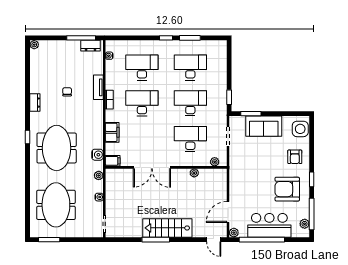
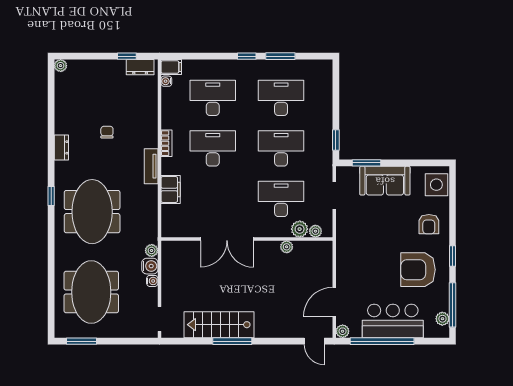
window: (81, 38) -> (127, 56), width x0.46
tv unit: (98, 87) -> (151, 166), moved
water cooler: (97, 155) -> (150, 266), moved
plant: (203, 160) -> (300, 229), added
filing cabinet: (113, 161) -> (171, 67), moved
stairs: (167, 228) -> (219, 325), moved

